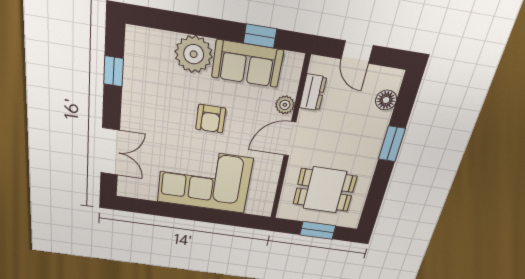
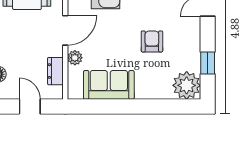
window: (260, 36) -> (103, 106), removed
plant: (194, 54) -> (187, 85), moved
armchair: (211, 119) -> (152, 41), moved

